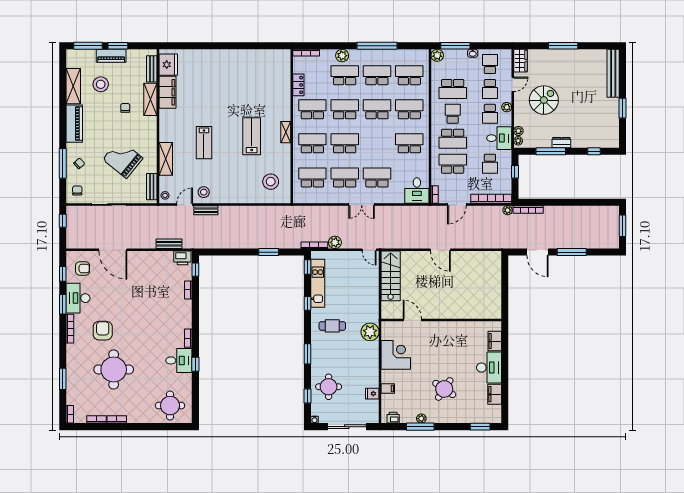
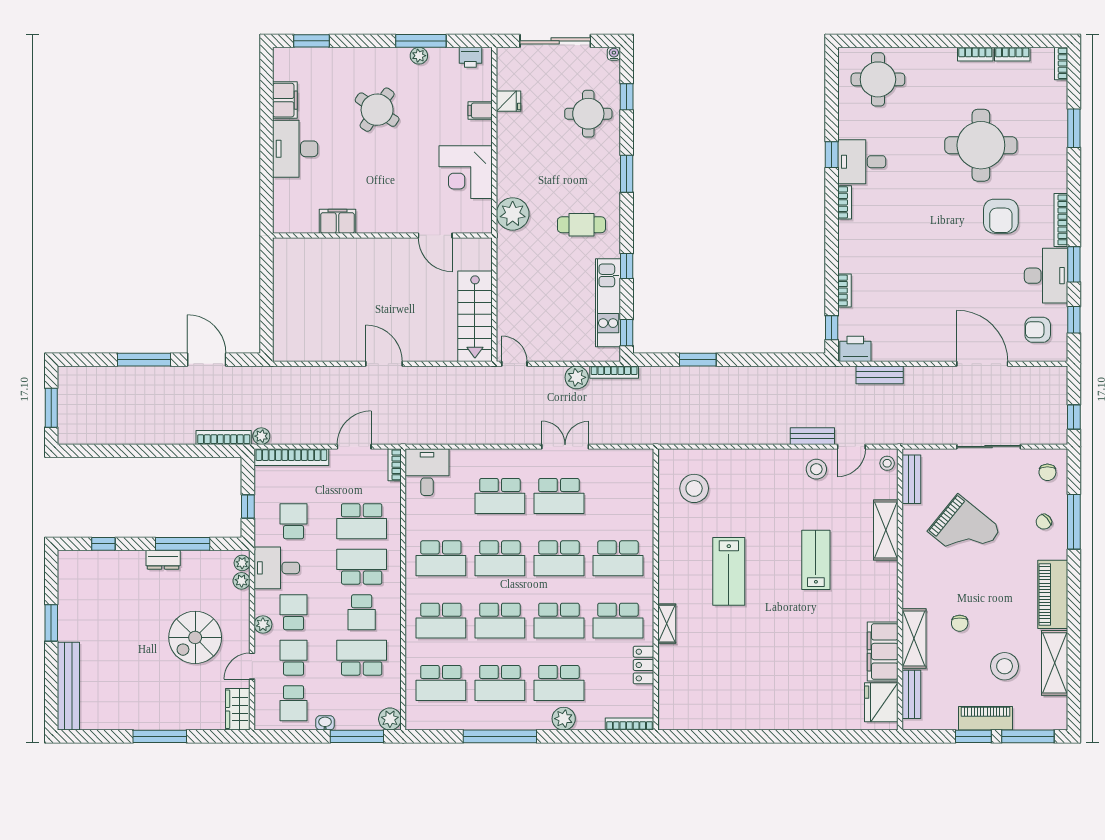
shelving: (286, 132) -> (667, 624), moved
school desk: (312, 177) -> (500, 558), moved
double door: (362, 205) -> (565, 447), moved
filing cabinet: (495, 341) -> (337, 221), moved, turned -90

